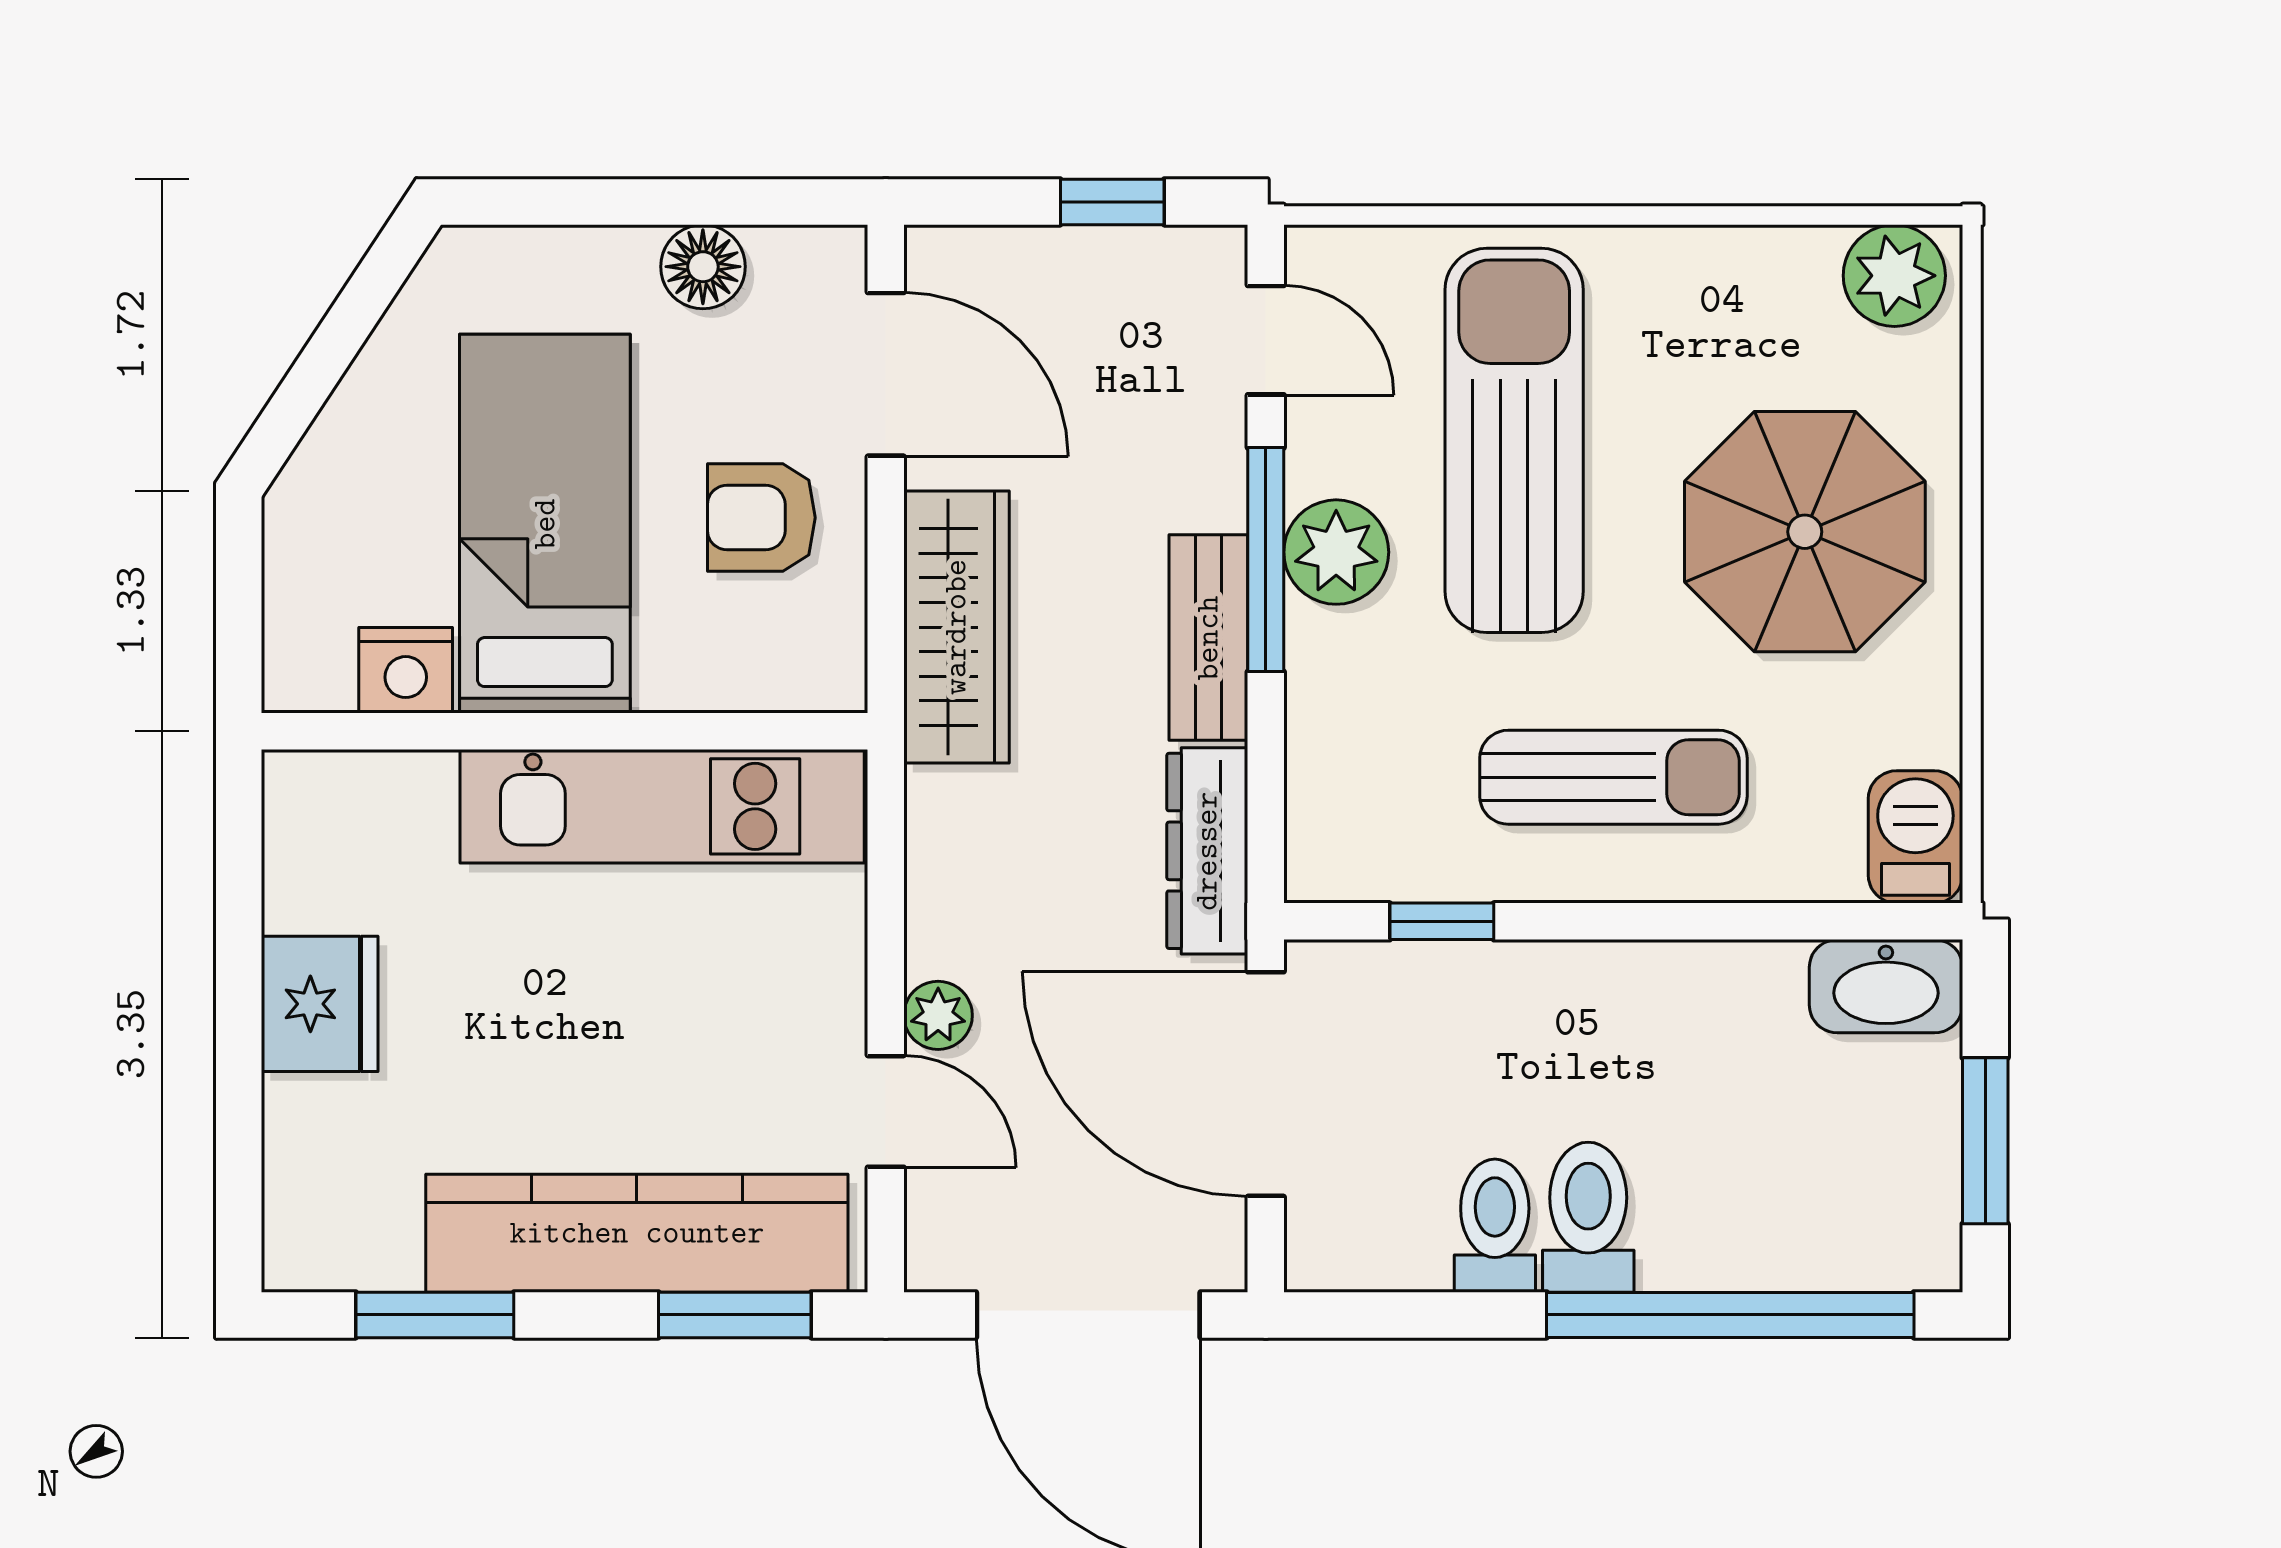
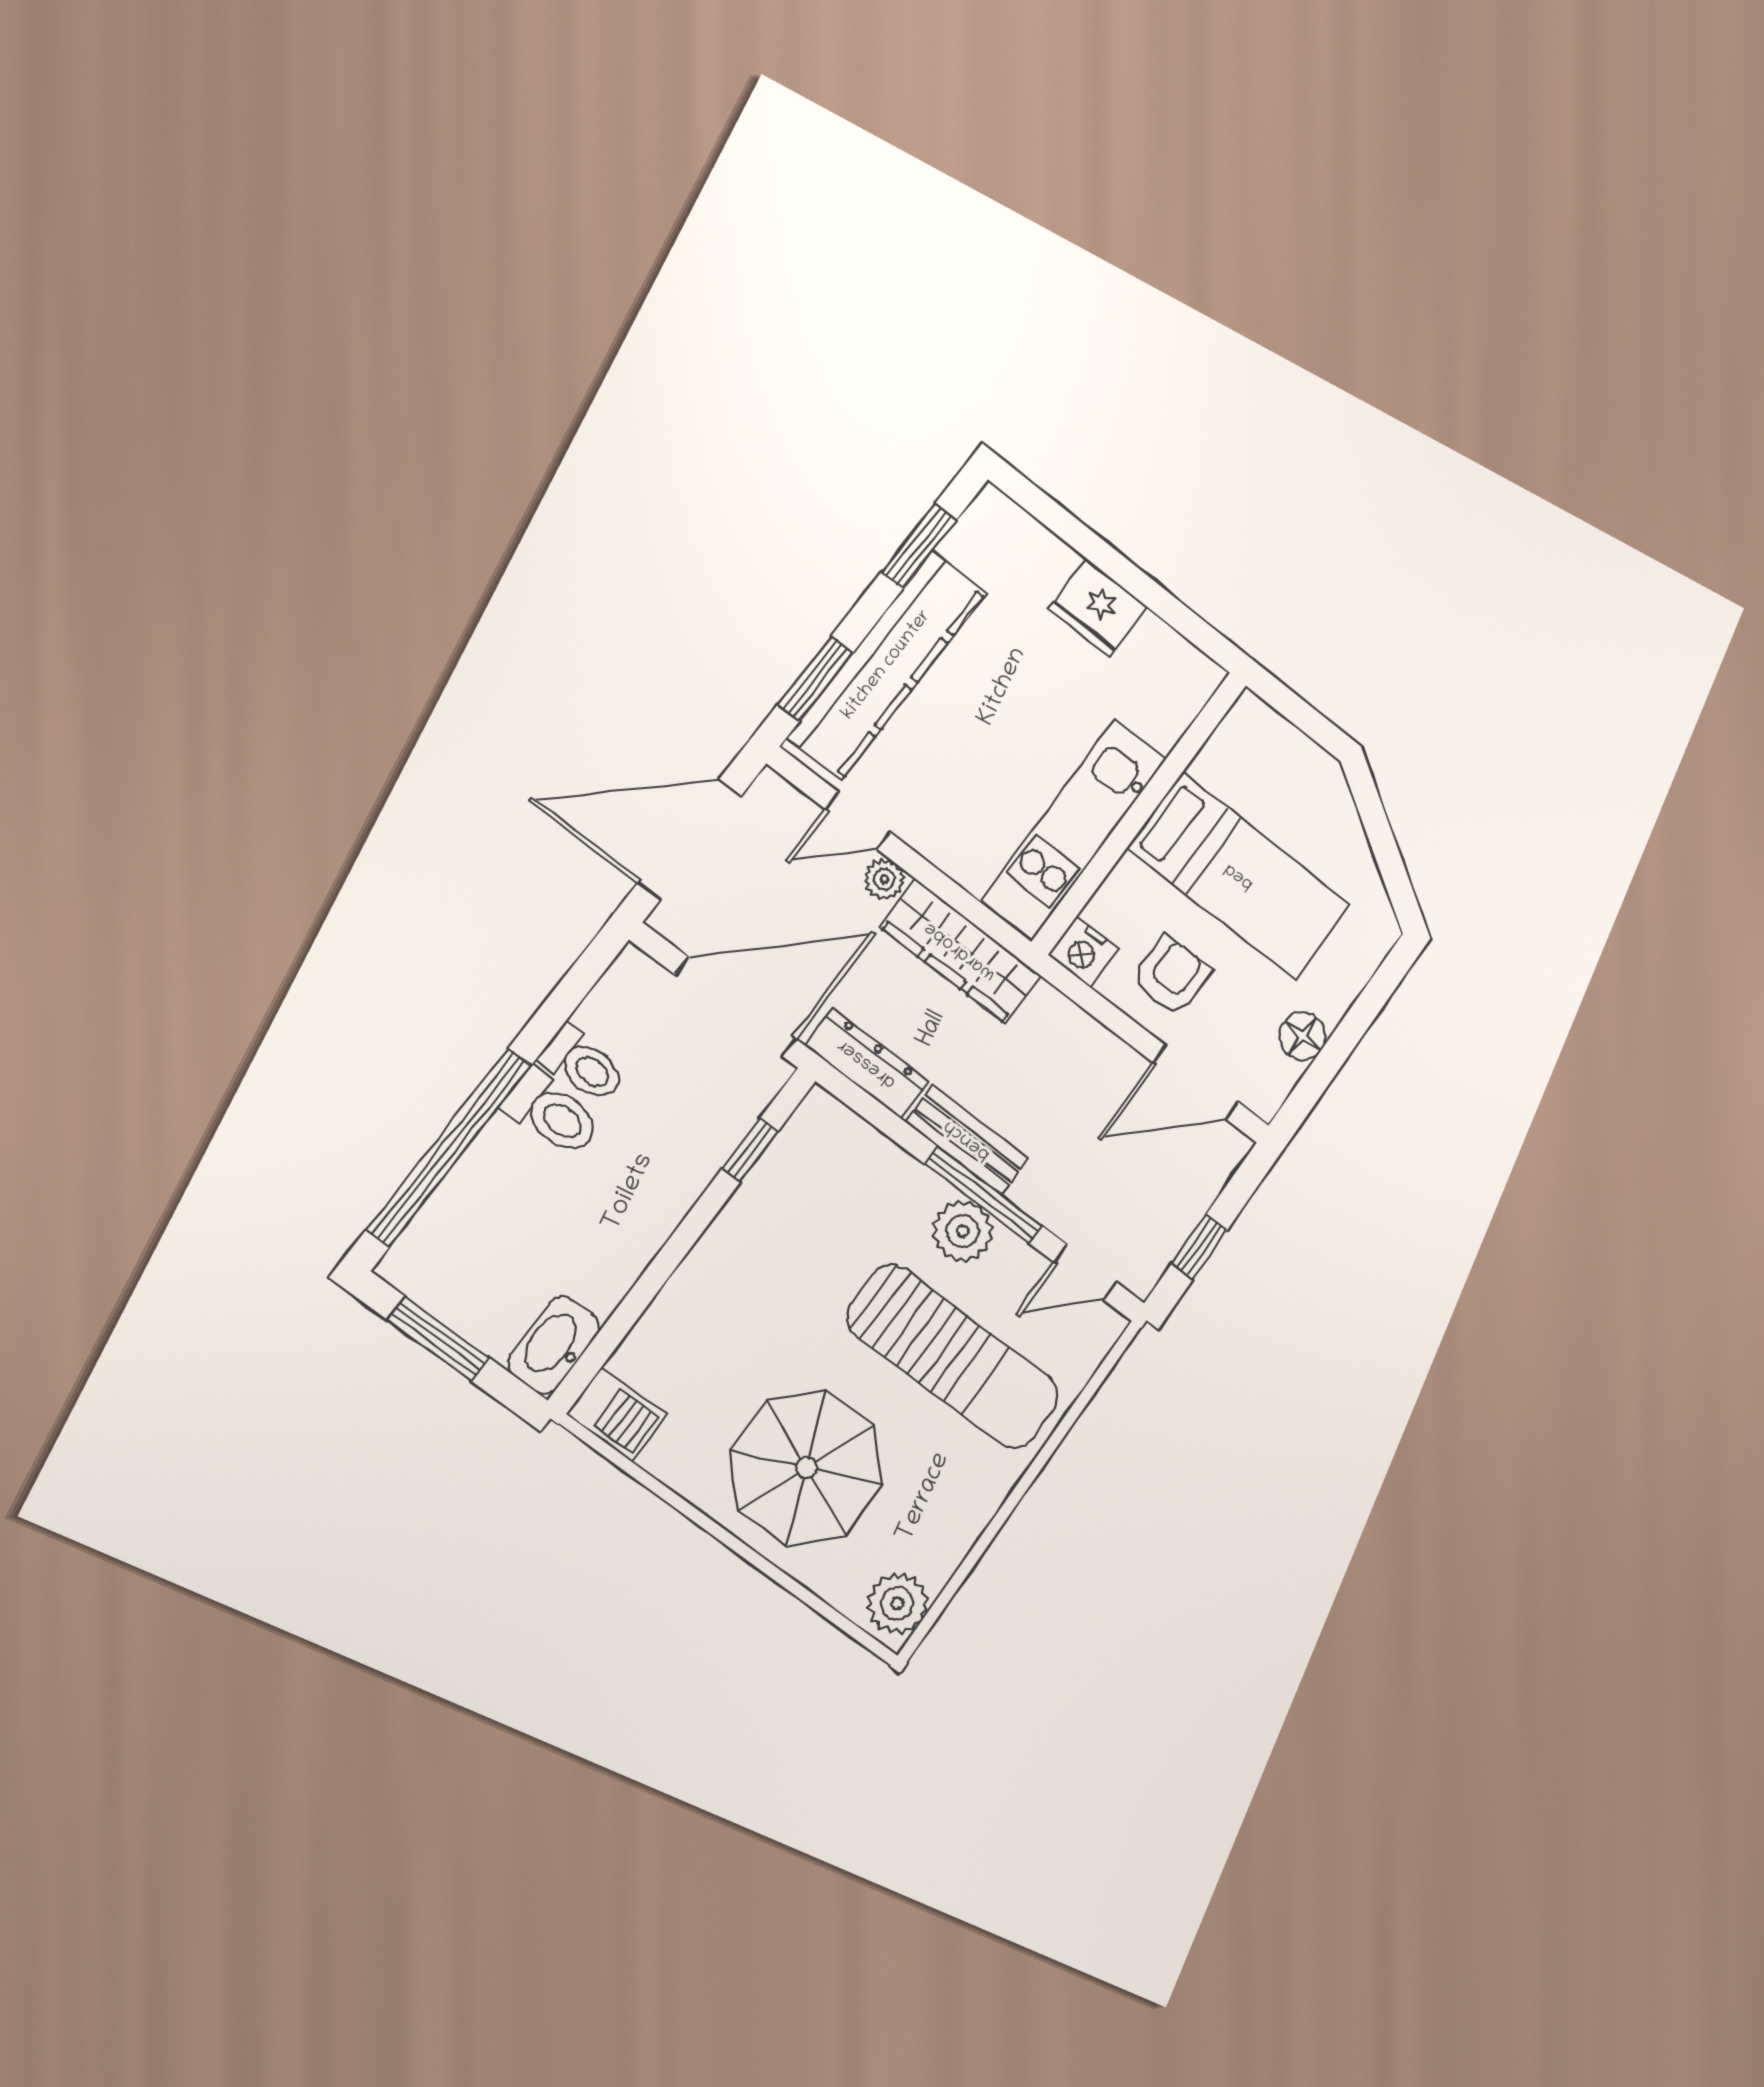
wardrobe: (956, 627) -> (960, 951), moved
nightstand: (406, 670) -> (1084, 952), moved, turned -90
sun lounger: (1613, 777) -> (757, 1285), removed

